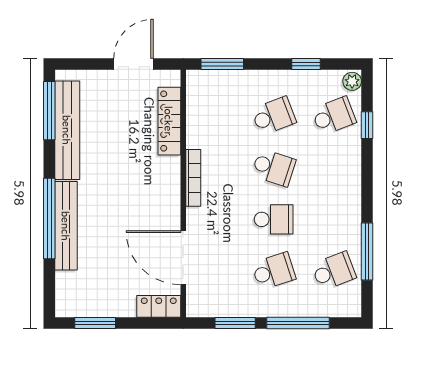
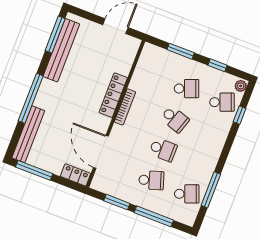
window: (222, 64) -> (181, 51), moved
locker: (169, 121) -> (113, 95), moved
bench: (66, 226) -> (28, 134), moved
window: (95, 323) -> (34, 170), width x1.44

